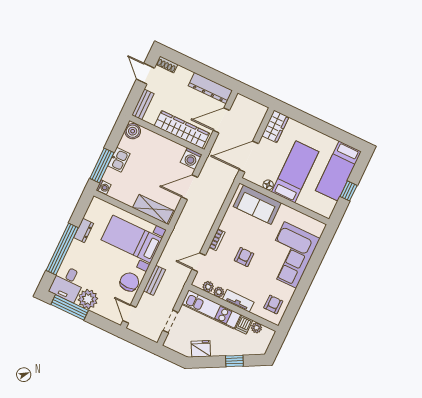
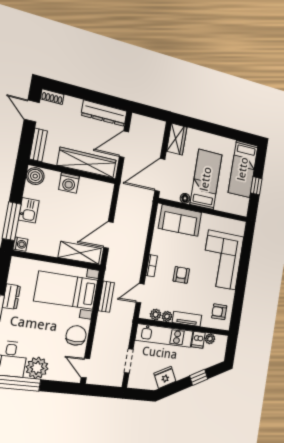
washing machine: (191, 159) -> (69, 183), moved
door: (190, 187) -> (108, 235), moved
bench: (154, 280) -> (106, 297), moved
armchair: (273, 304) -> (219, 312), turned -90

